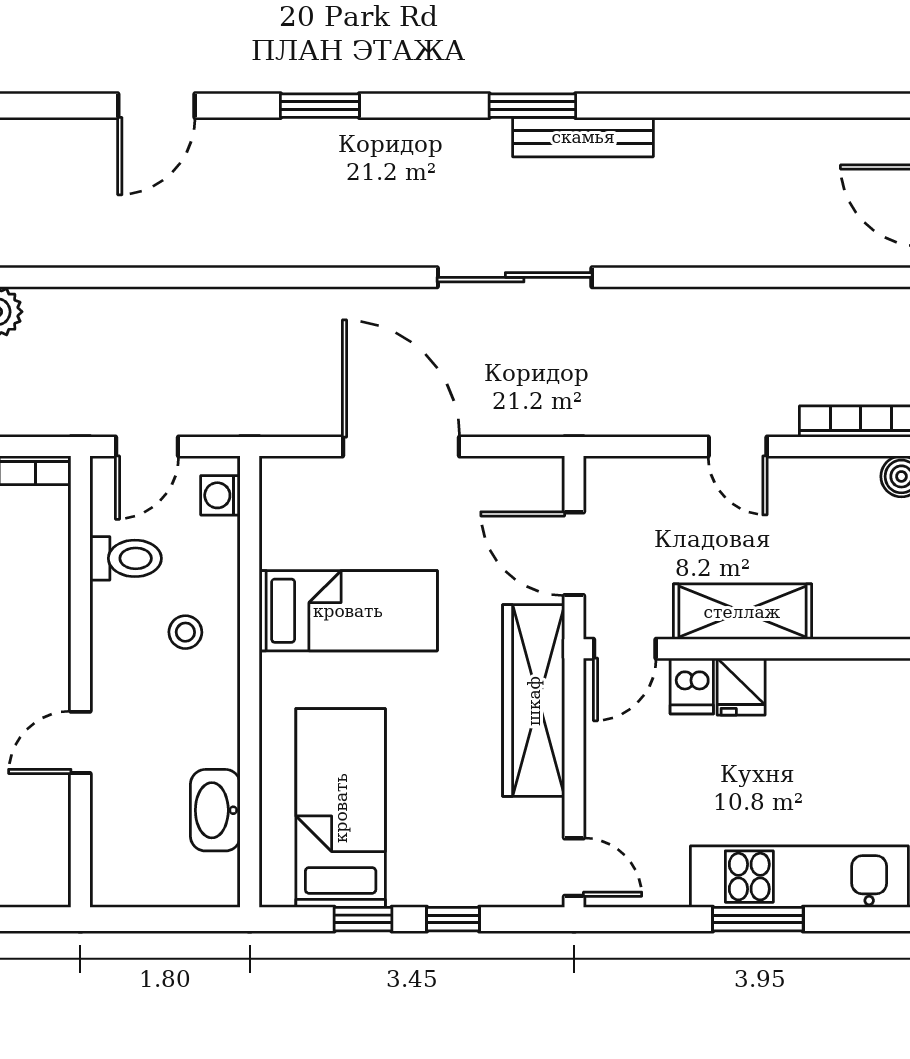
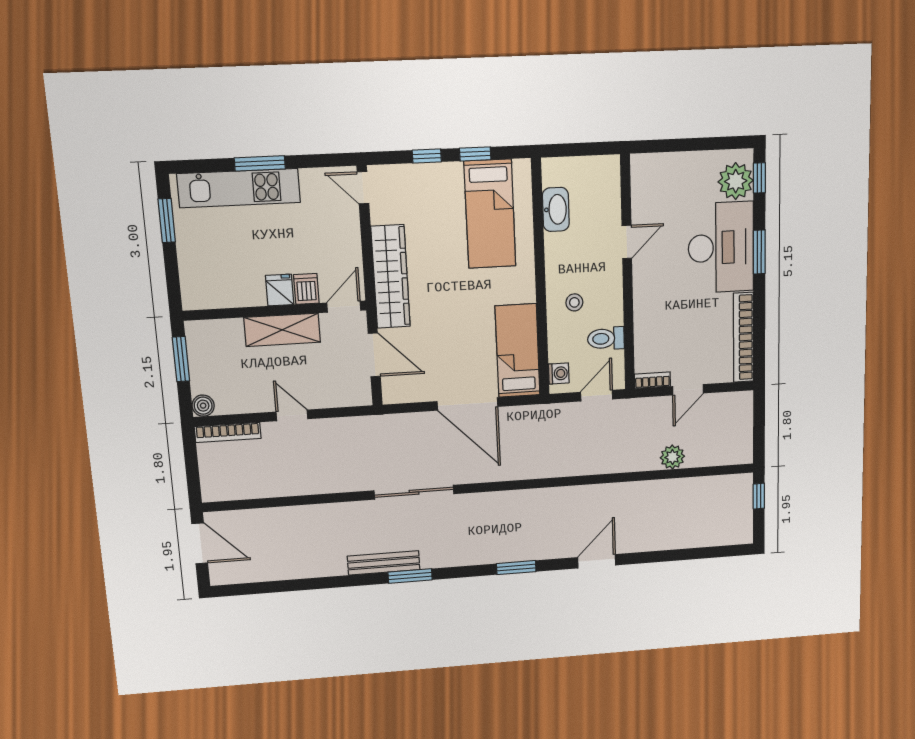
bed: (348, 611) -> (518, 351), moved, turned 90

